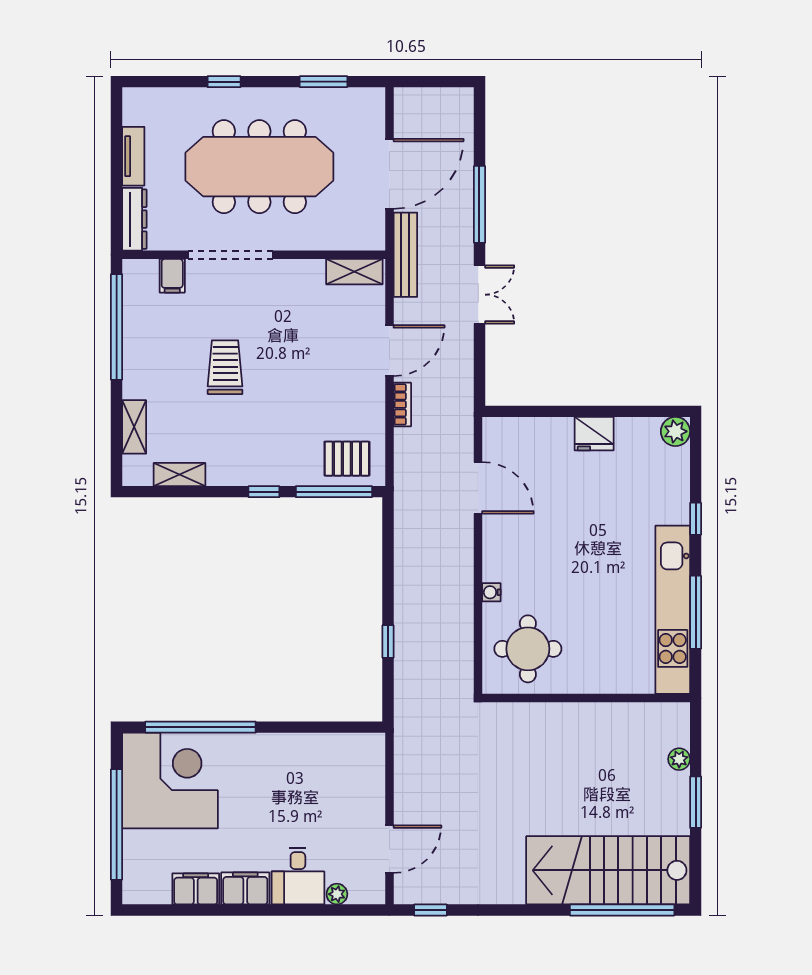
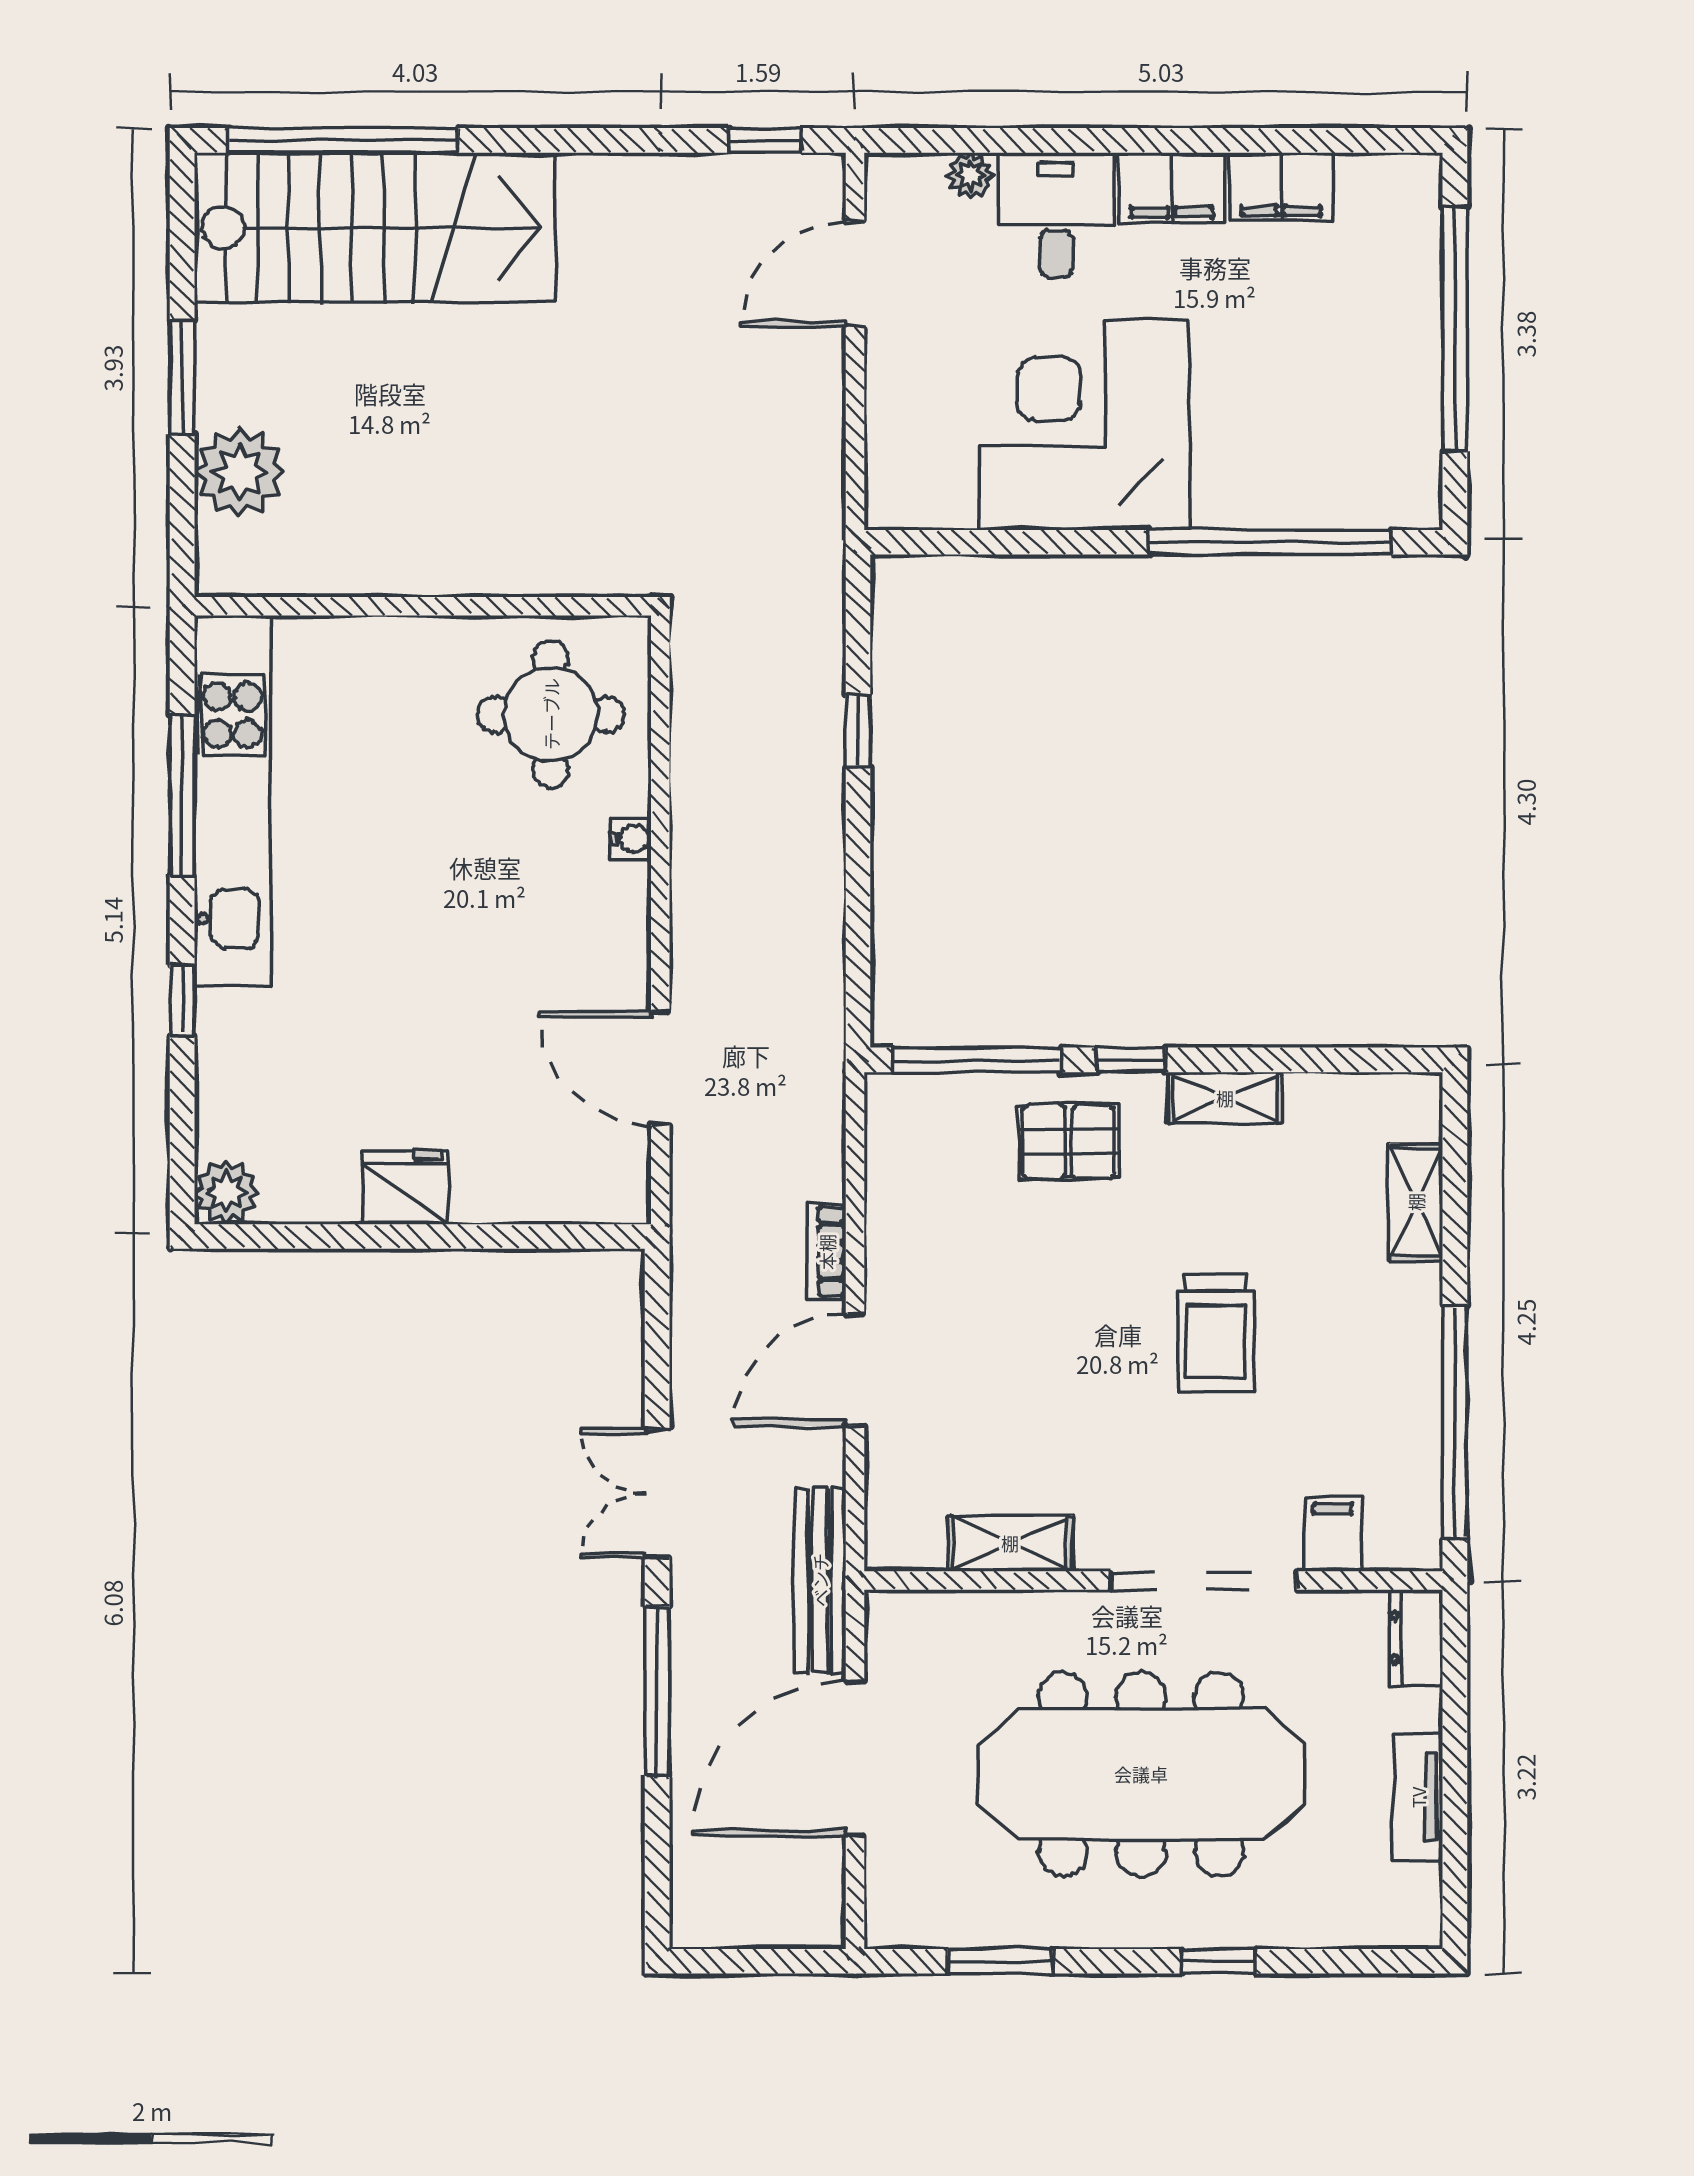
dresser: (134, 219) -> (1416, 1638), width x0.70
shelving: (354, 272) -> (1010, 1543), moved
pallet: (347, 459) -> (1069, 1142), moved
shelving: (179, 475) -> (1225, 1098), moved
plant: (679, 759) -> (239, 472), width x1.88, depth x1.88
corner desk: (170, 781) -> (1085, 425), moved, turned 90

